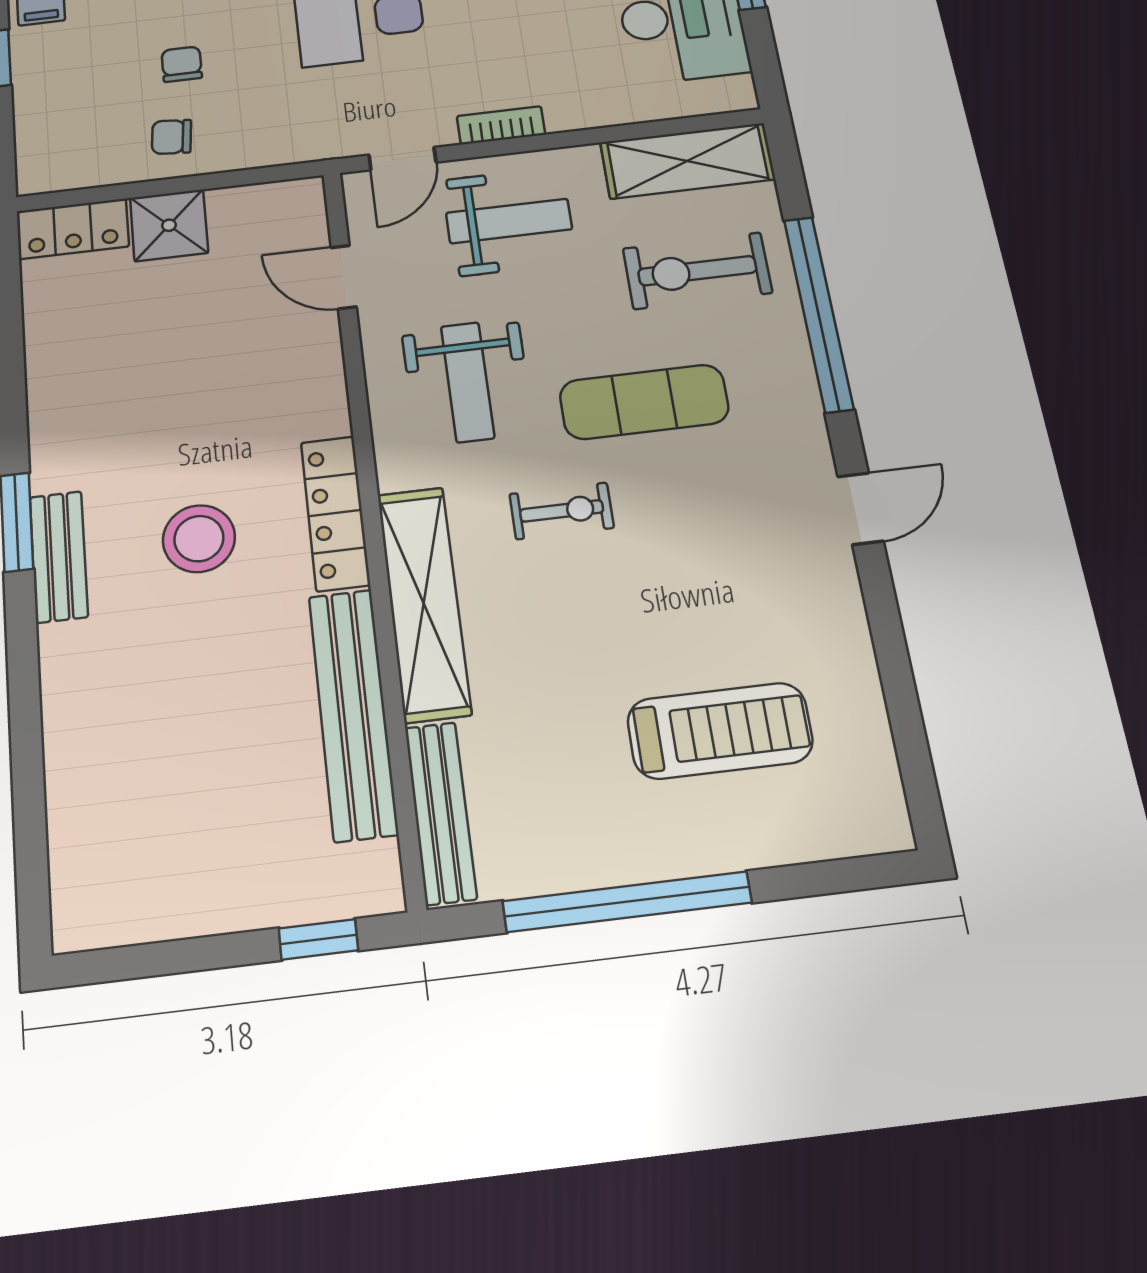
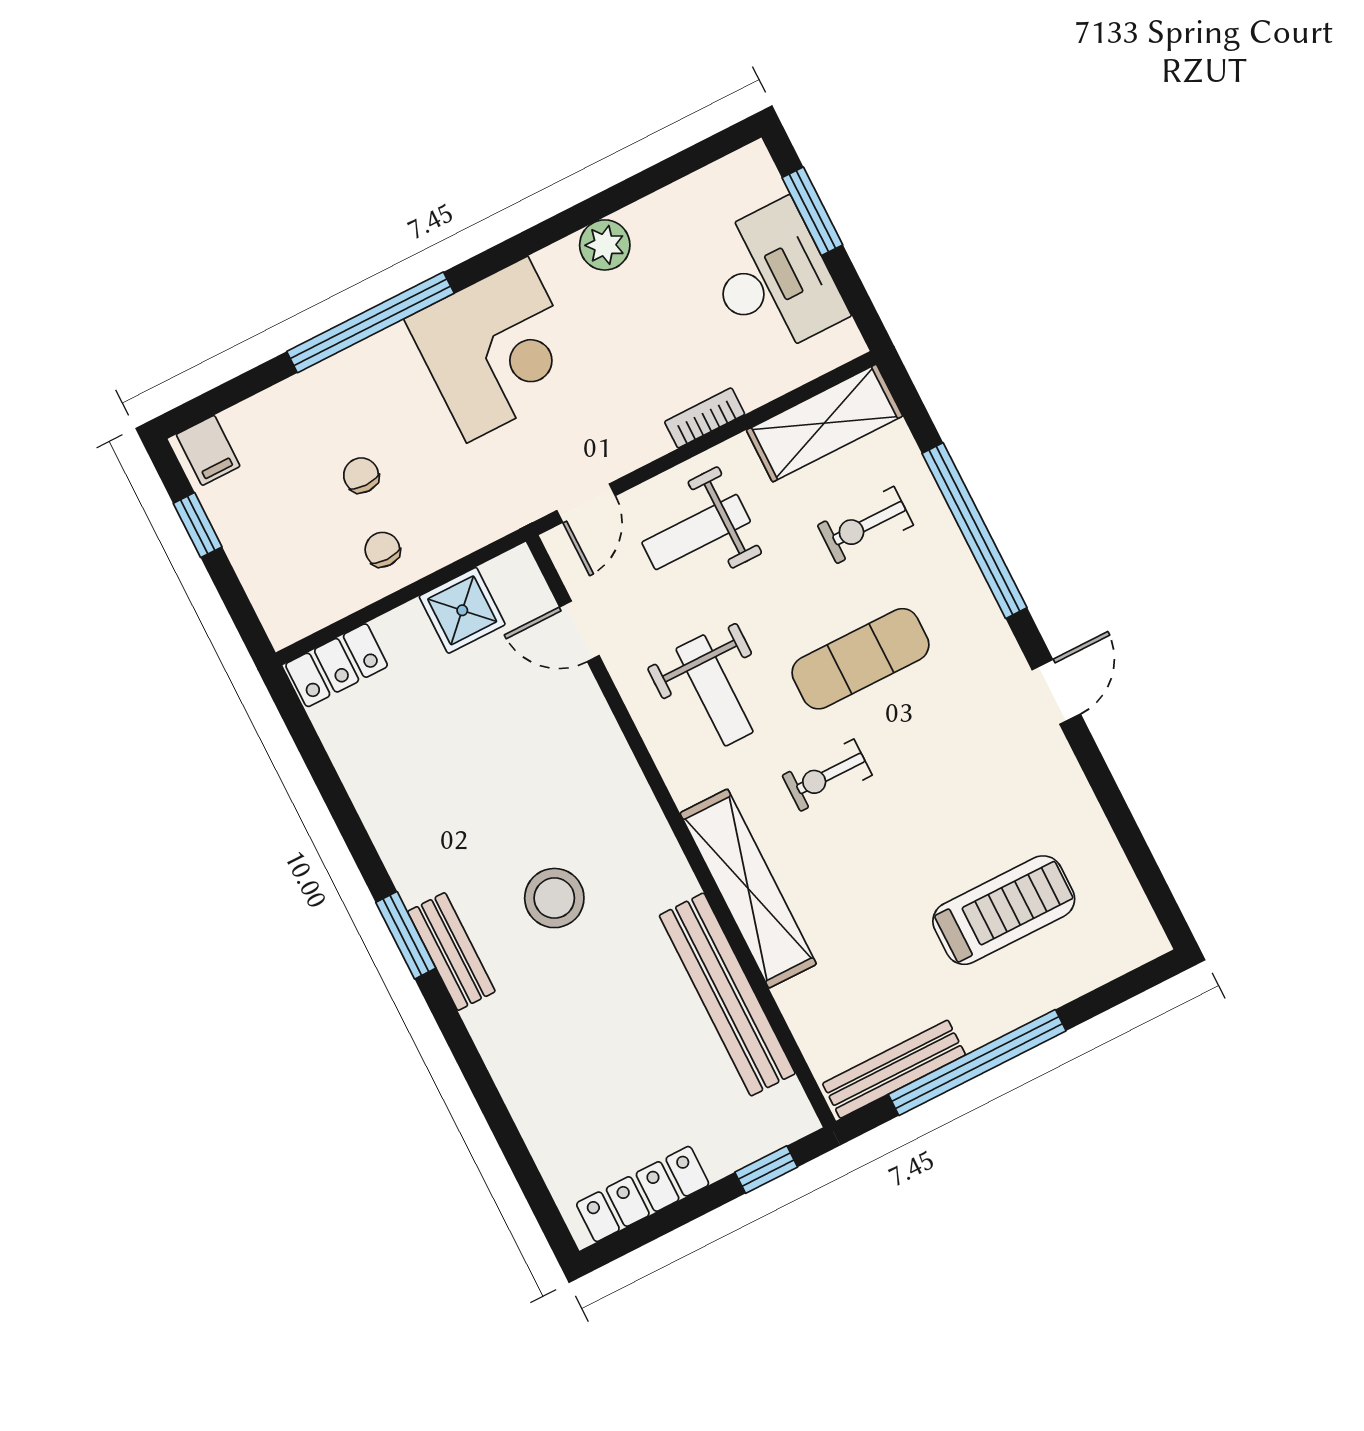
bookcase: (501, 125) -> (705, 418), moved
chair: (172, 137) -> (382, 550), turned 85
weight bench: (509, 221) -> (696, 532), turned 180
shower: (169, 225) -> (462, 610), moved
exercise bike: (697, 271) -> (865, 525), width x0.73, depth x0.72
exercise bike: (562, 511) -> (827, 775), turned 180
locker: (335, 513) -> (643, 1194), moved, turned 90
bench: (441, 813) -> (894, 1069), moved, turned 90

